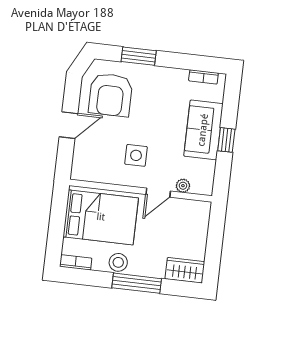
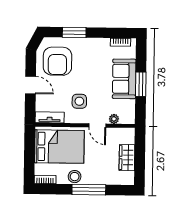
door: (68, 125) -> (30, 85), hinge flipped
window: (226, 140) -> (141, 84), width x1.50
tv unit: (91, 174) -> (50, 117), added
door: (158, 193) -> (97, 125), hinge flipped
wardrobe: (185, 270) -> (127, 158), moved, turned -90

